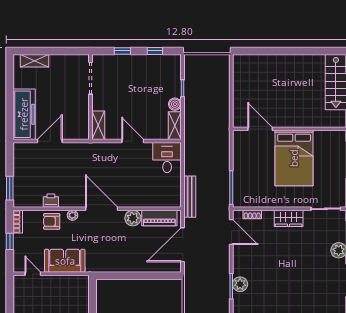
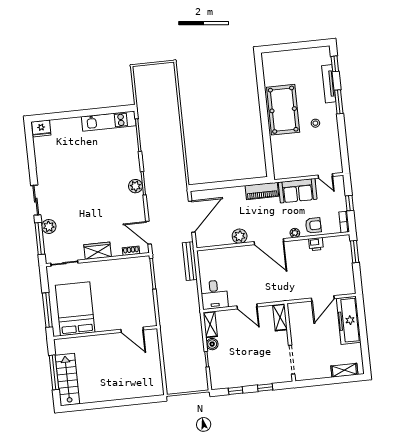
bed: (294, 158) -> (75, 309), moved
piano: (159, 218) -> (262, 191), moved, turned 180

